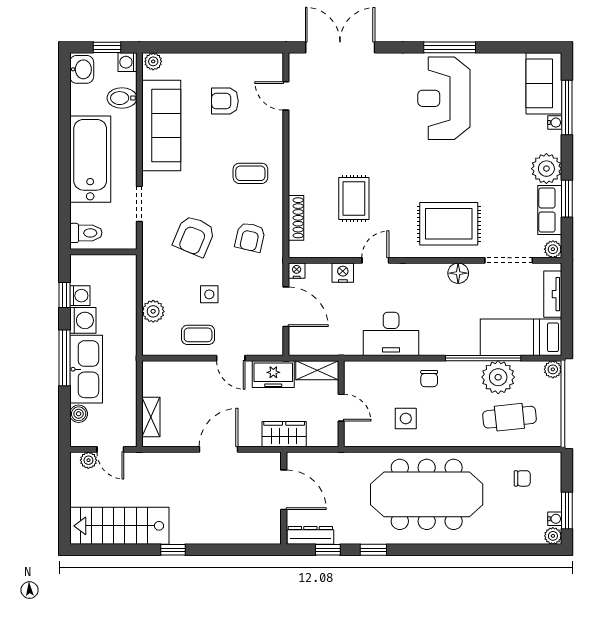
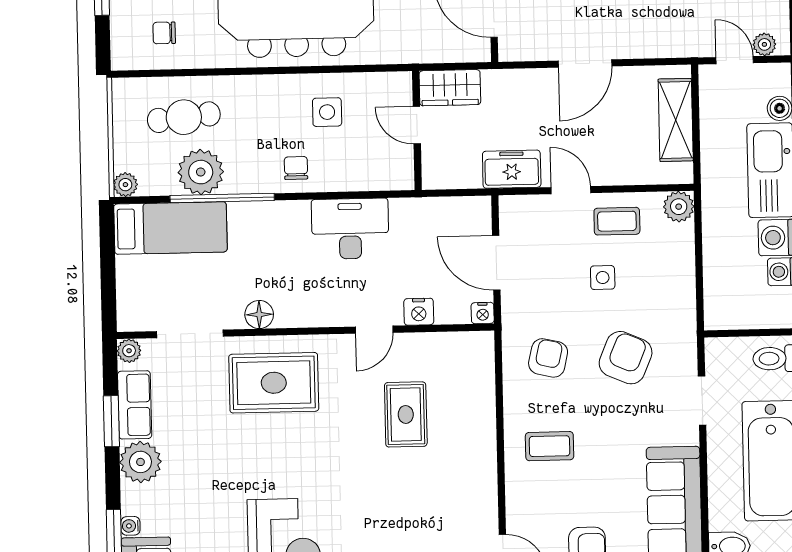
shoe rack: (296, 218) -> (485, 386), removed
tv unit: (553, 294) -> (128, 289), removed
plant: (153, 311) -> (679, 207), moved
shelving: (317, 370) -> (451, 176), removed
shelving: (151, 417) -> (676, 120), width x1.50, depth x1.33
wardrobe: (284, 434) -> (450, 88), moved

